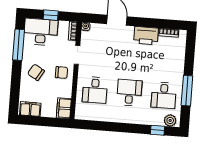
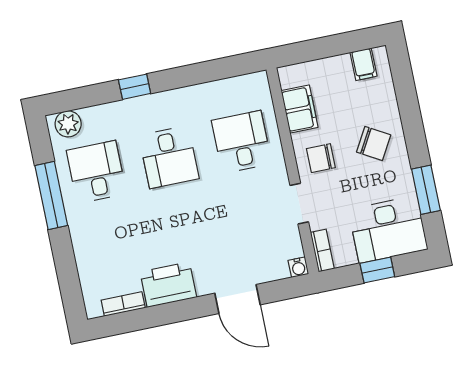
window: (19, 45) -> (426, 190), width x0.69
filing cabinet: (64, 108) -> (300, 109), moved
filing cabinet: (30, 109) -> (364, 64), width x0.50
window: (157, 130) -> (135, 87), moved

